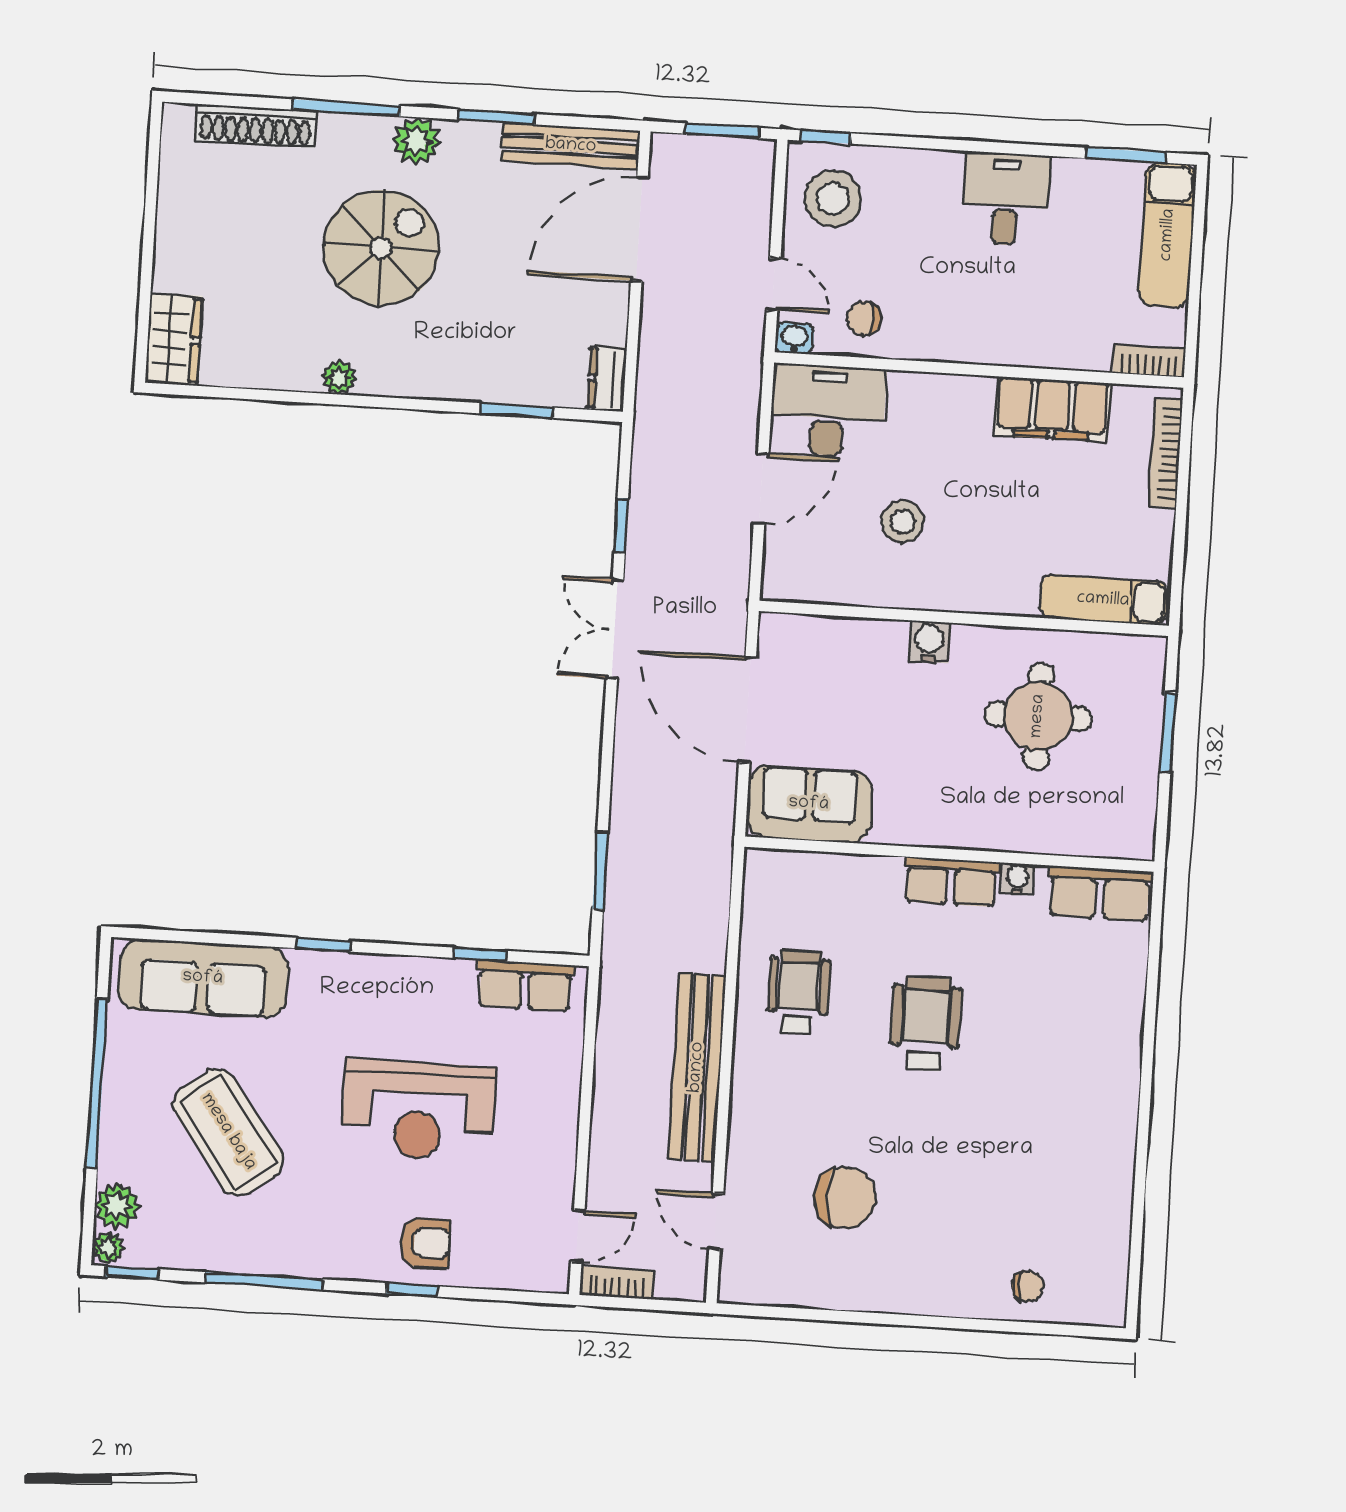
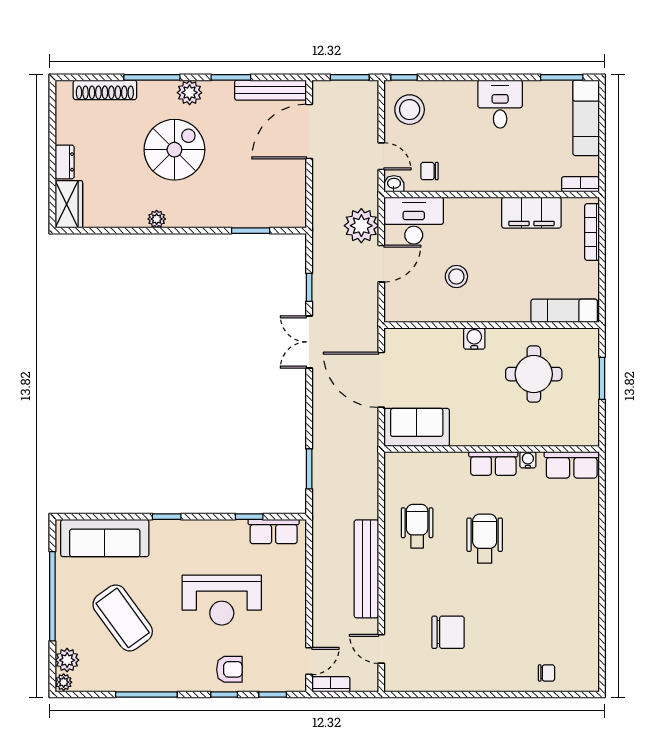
dresser: (607, 379) -> (65, 162), moved, turned 180
plant: (727, 414) -> (361, 226), added
window: (132, 1273) -> (273, 695), moved

